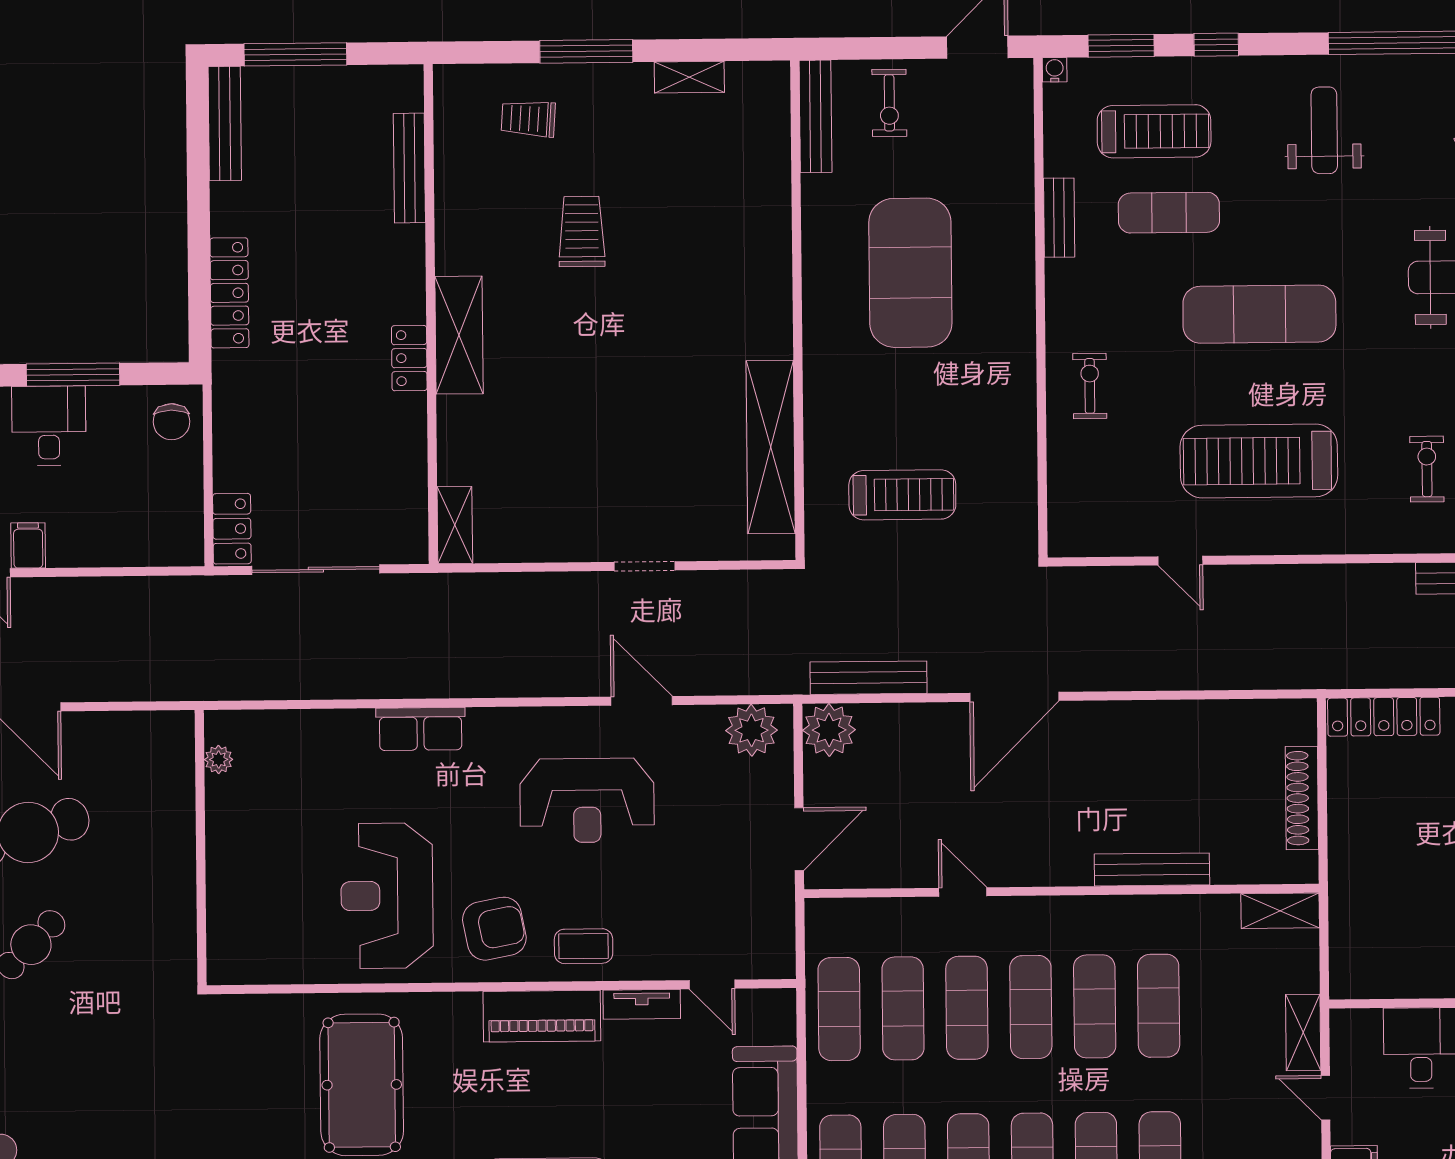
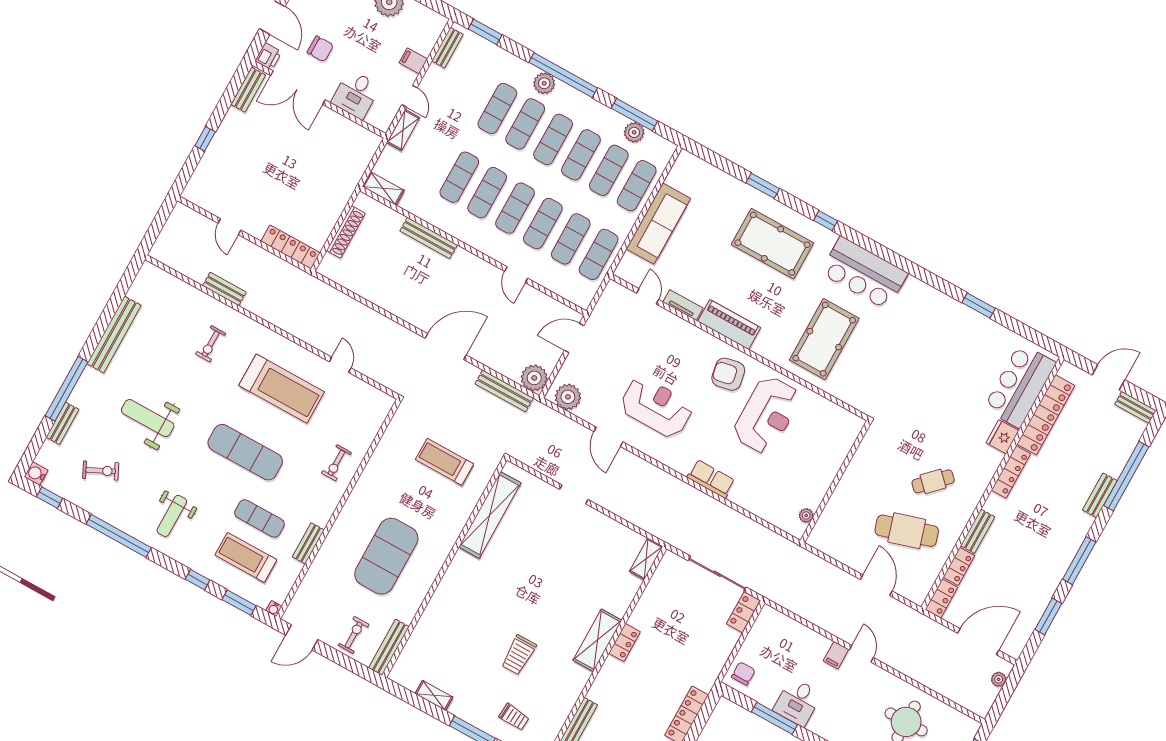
coffee table: (584, 946) -> (694, 345), removed

